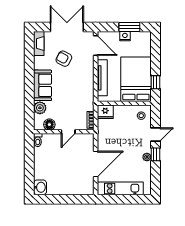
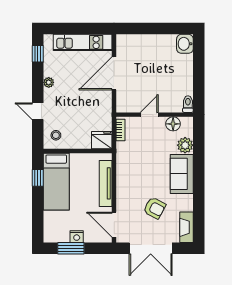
bed: (136, 79) -> (56, 182), width x0.67
door: (155, 134) -> (38, 111), hinge flipped
window: (155, 154) -> (38, 54), moved

